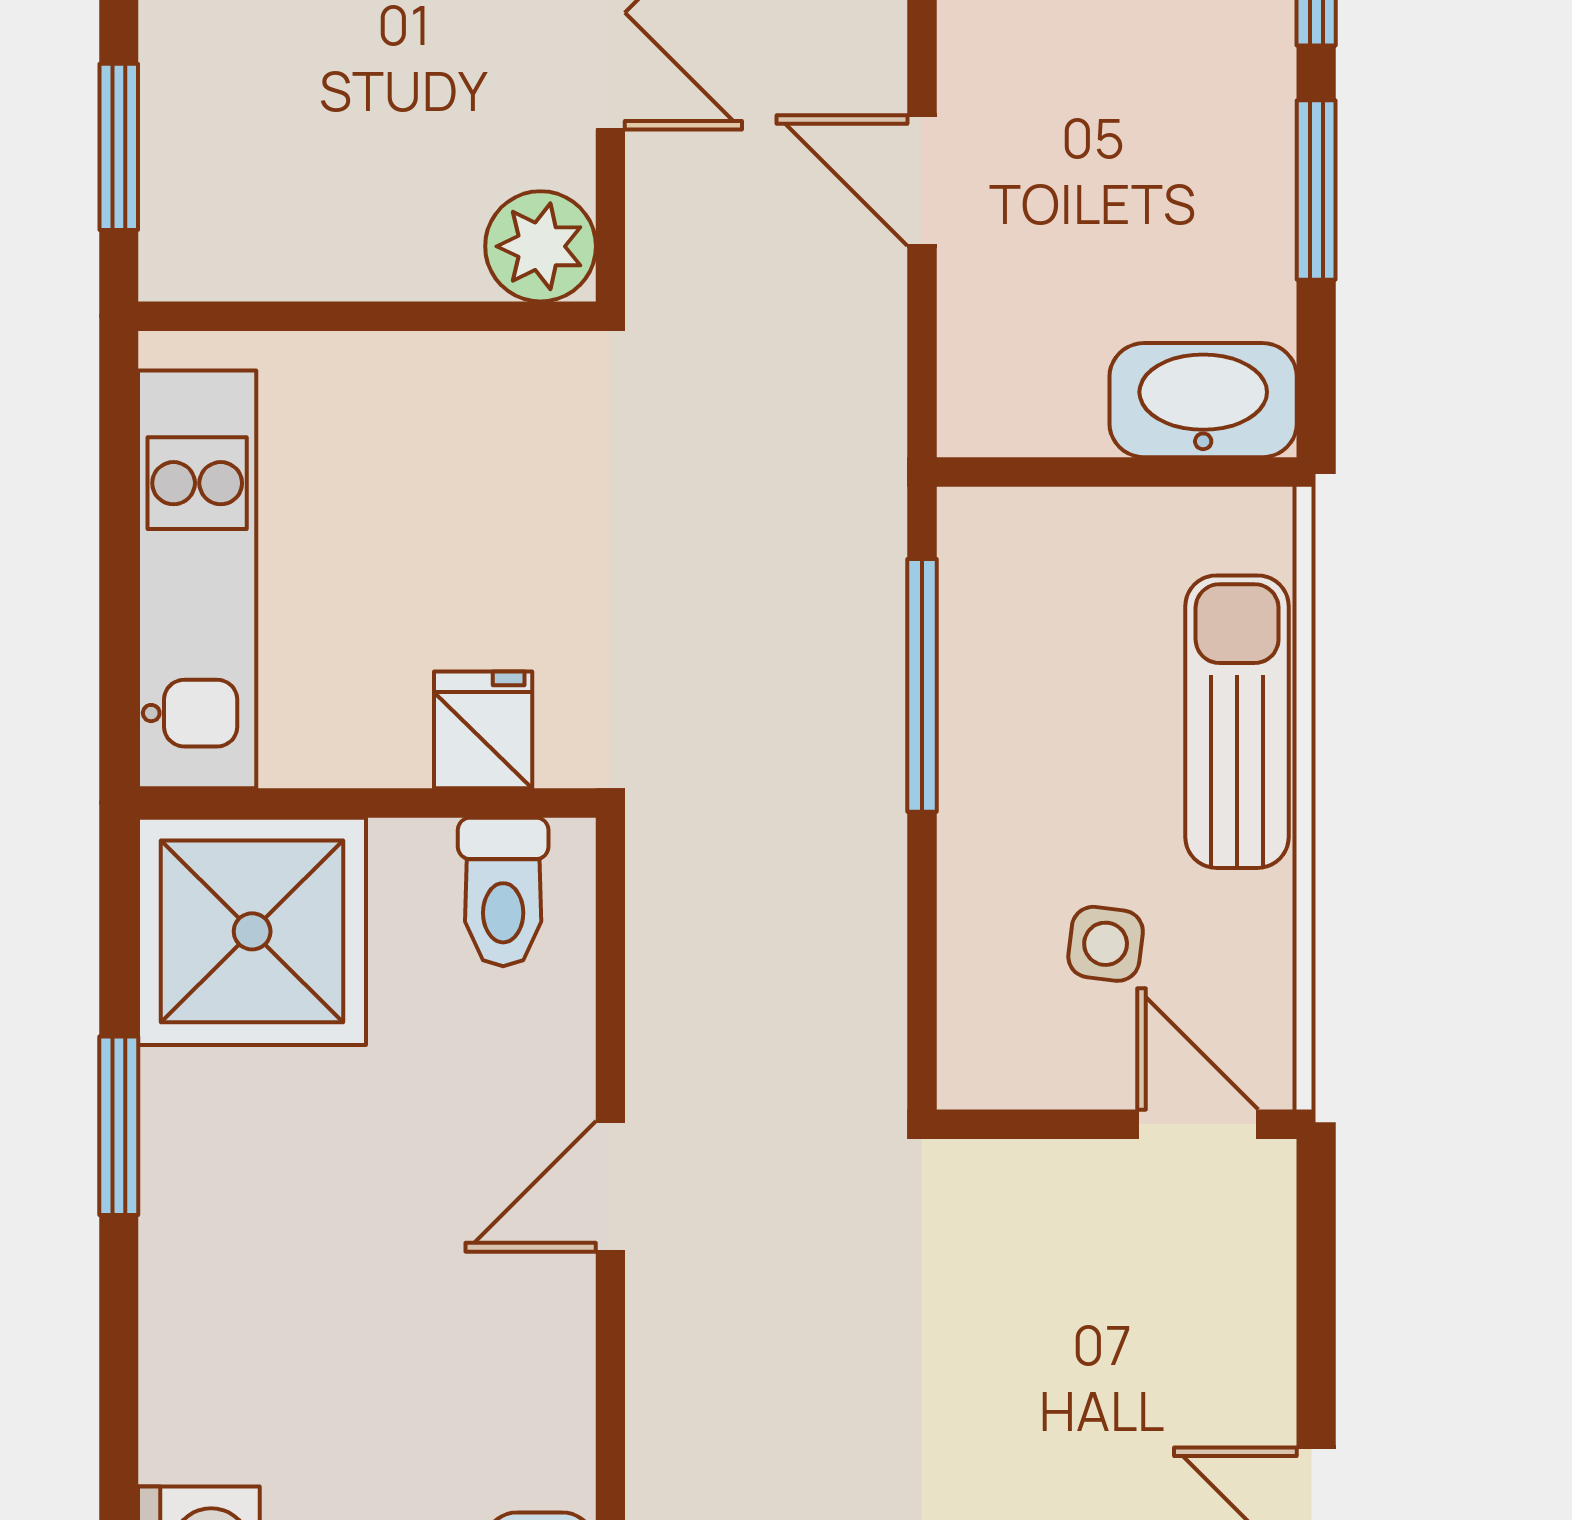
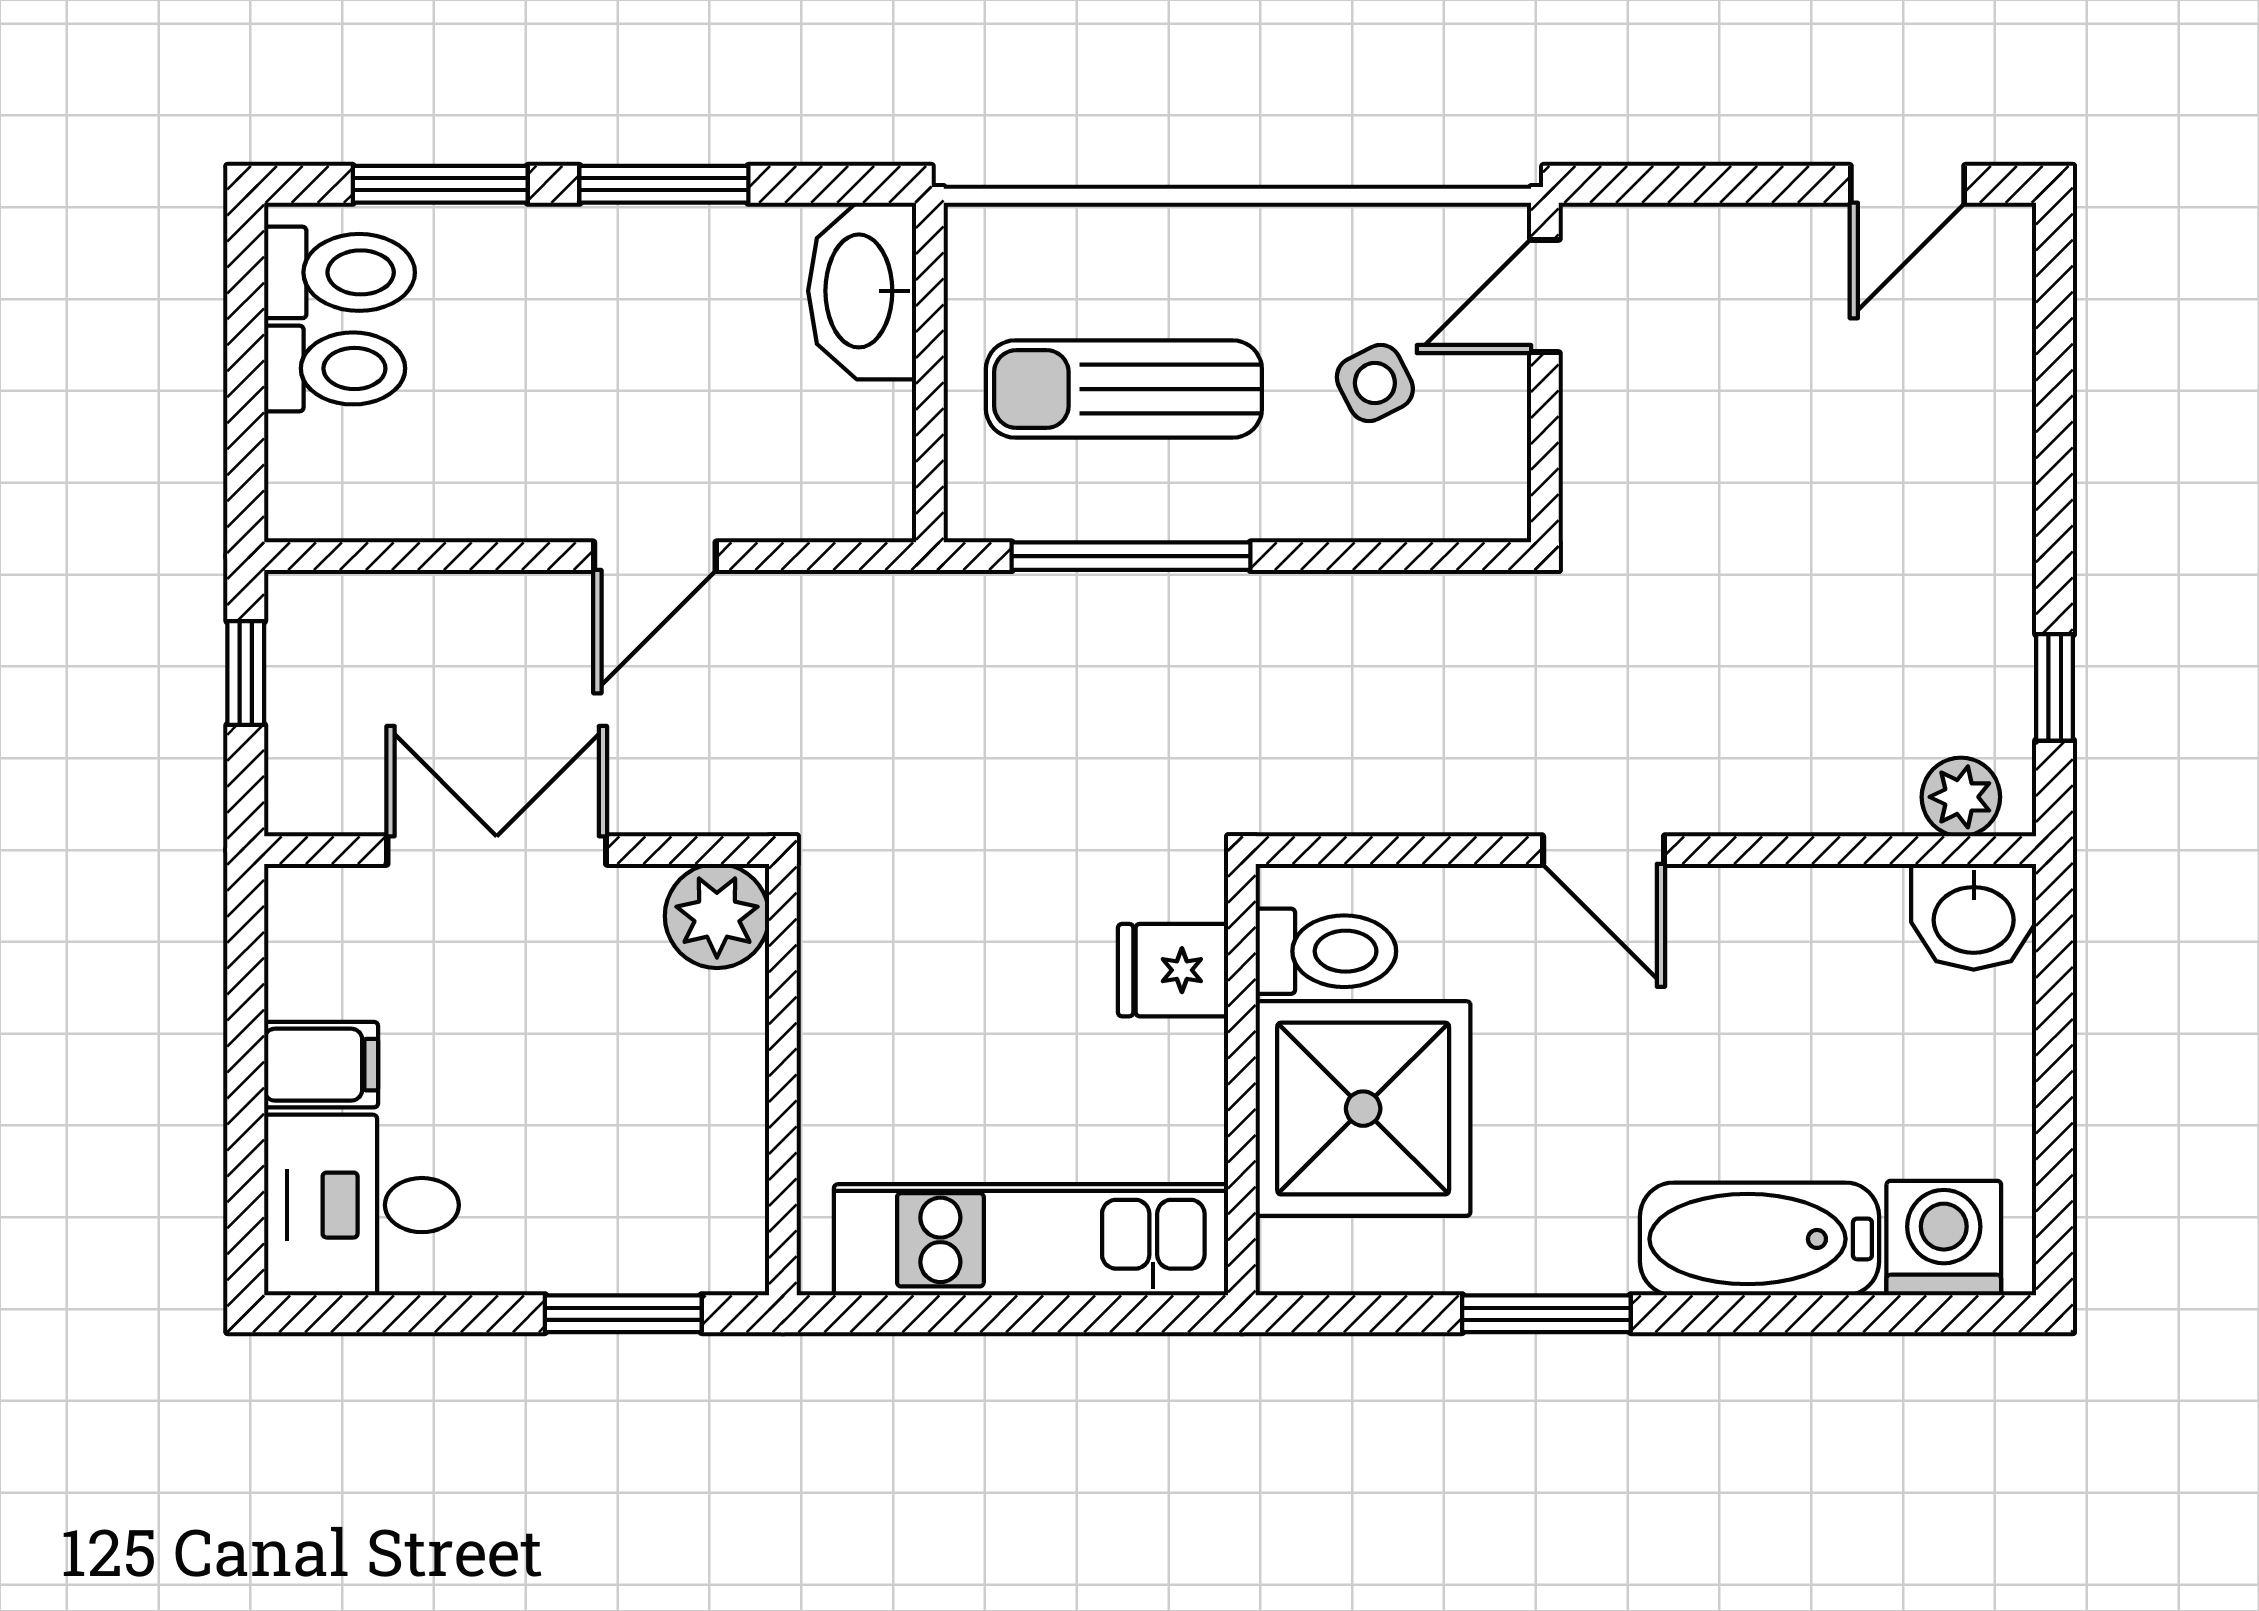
sun lounger: (1237, 722) -> (1124, 389), moved
shower: (252, 931) -> (1363, 1109), moved
side table: (1106, 944) -> (1375, 383), turned -34
bathtub: (198, 1352) -> (1760, 1239), added

